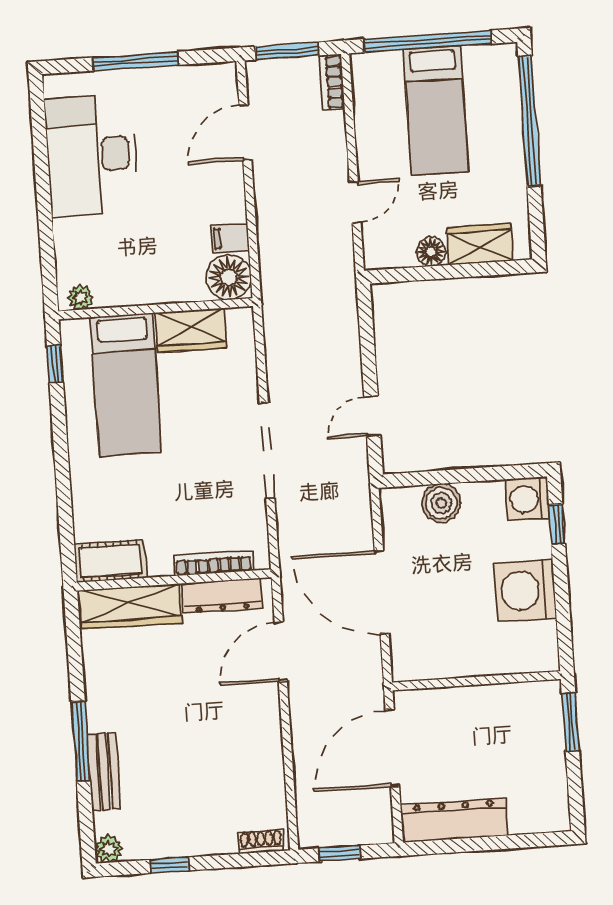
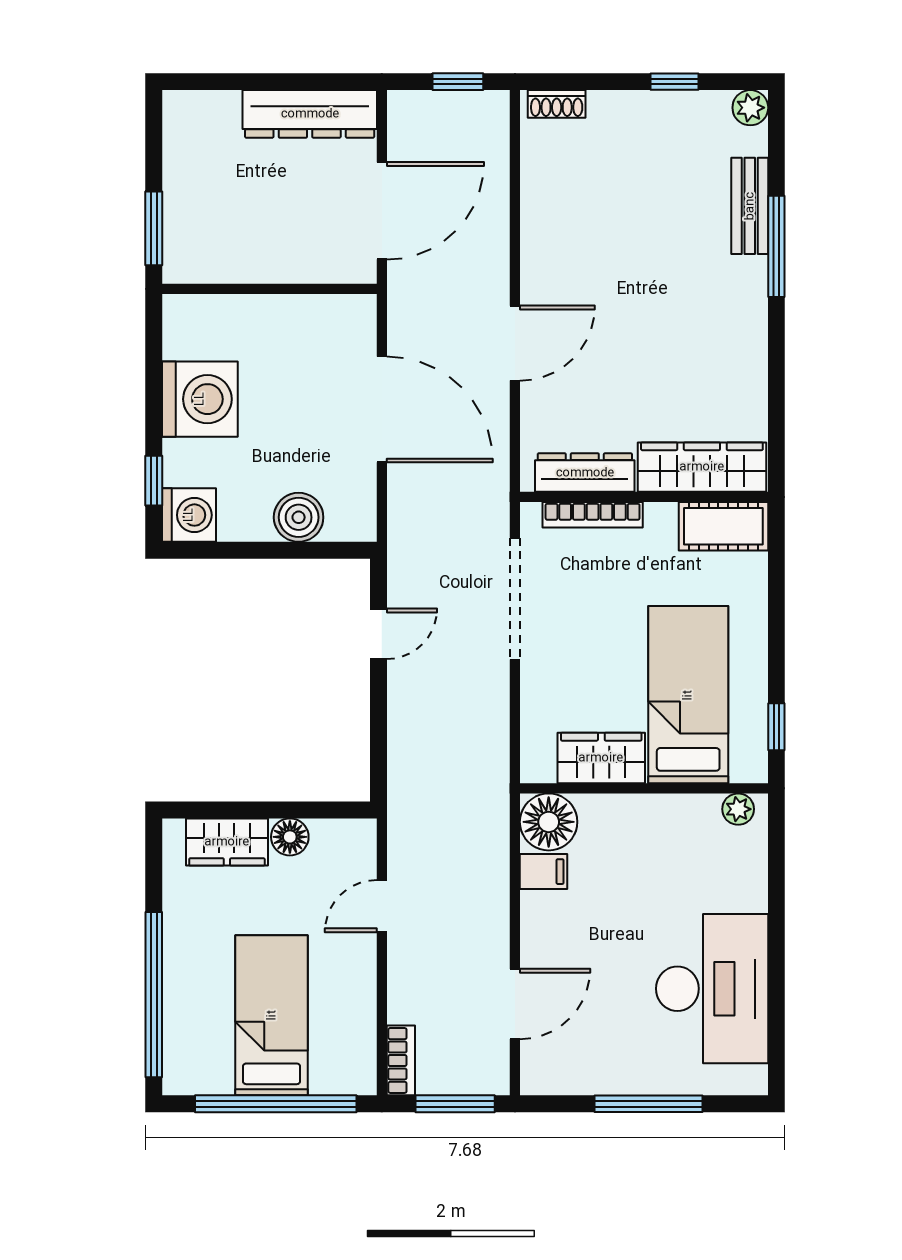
cot: (110, 561) -> (723, 526), moved
bookcase: (213, 563) -> (593, 515), moved
wall: (174, 580) -> (644, 497), moved
dresser: (222, 596) -> (585, 473), moved
wardrobe: (130, 606) -> (702, 467), moved

